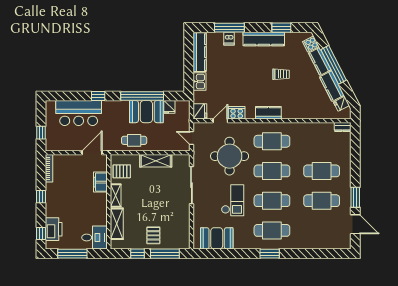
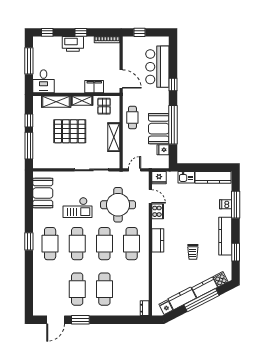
printer: (54, 229) -> (73, 44), moved
pallet: (153, 235) -> (70, 131), moved, width x2.05, depth x2.00

